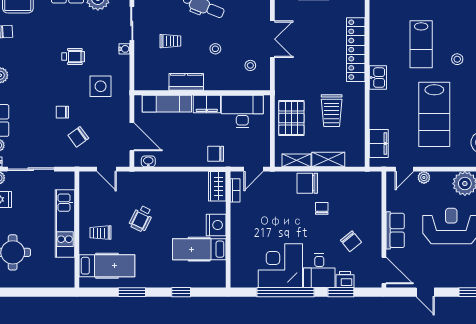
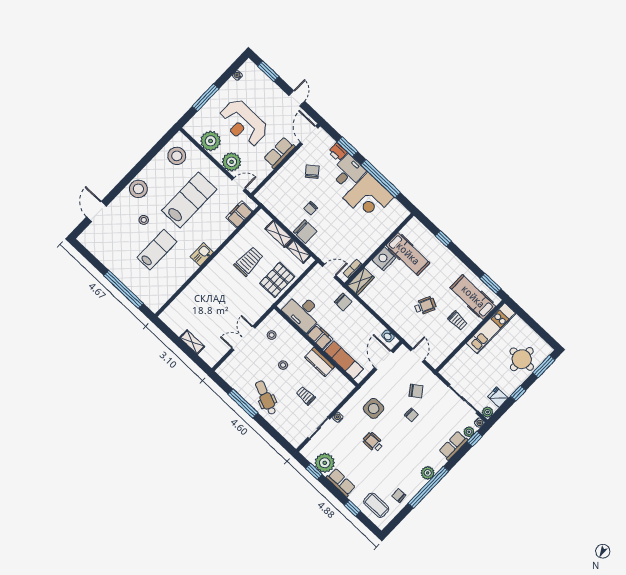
locker: (356, 50) -> (199, 284), removed
plant: (424, 177) -> (232, 162), width x1.88, depth x1.88
kitchen unit: (65, 224) -> (491, 328), moved
window: (132, 292) -> (490, 284), moved

